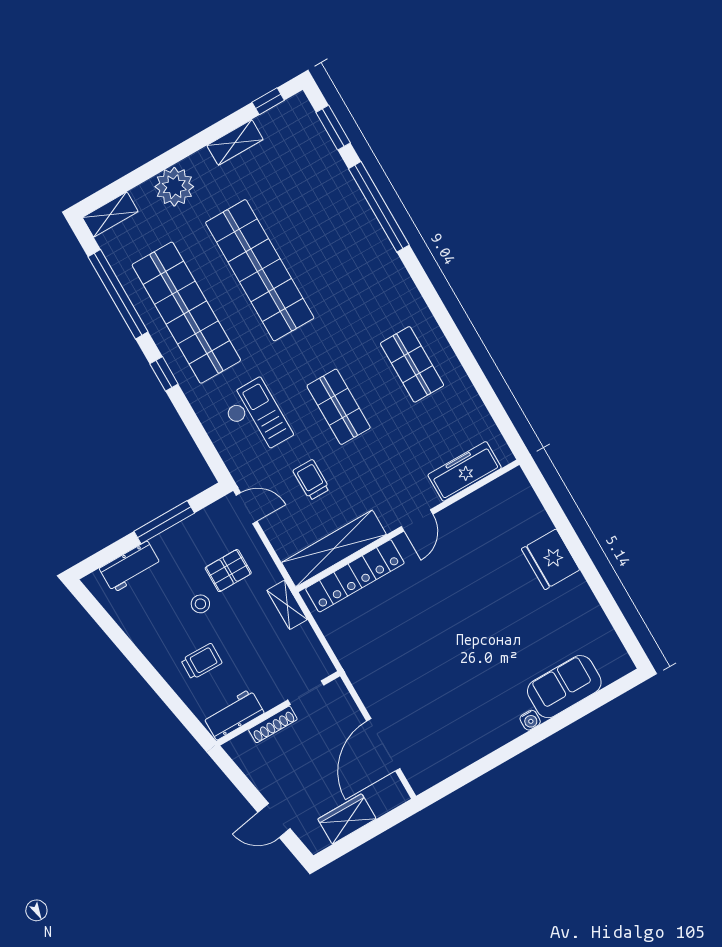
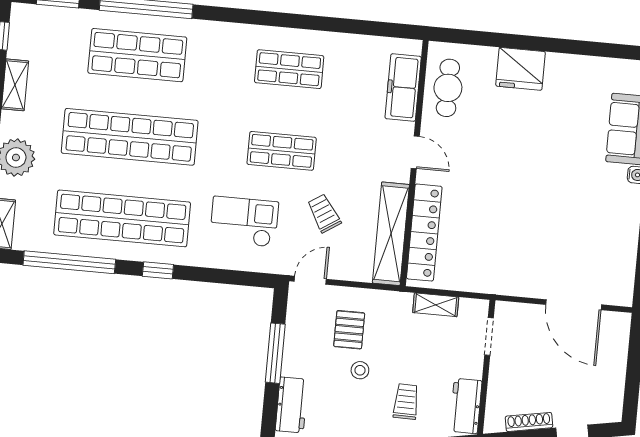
shop shelf: (333, 228) -> (137, 55), added
trolley: (311, 480) -> (324, 213), turned 57
cafe table: (491, 509) -> (448, 88), added
shelving: (287, 605) -> (436, 305), moved
shoe rack: (273, 724) -> (529, 422), moved, turned -100
wardrobe: (347, 819) -> (612, 375), removed

